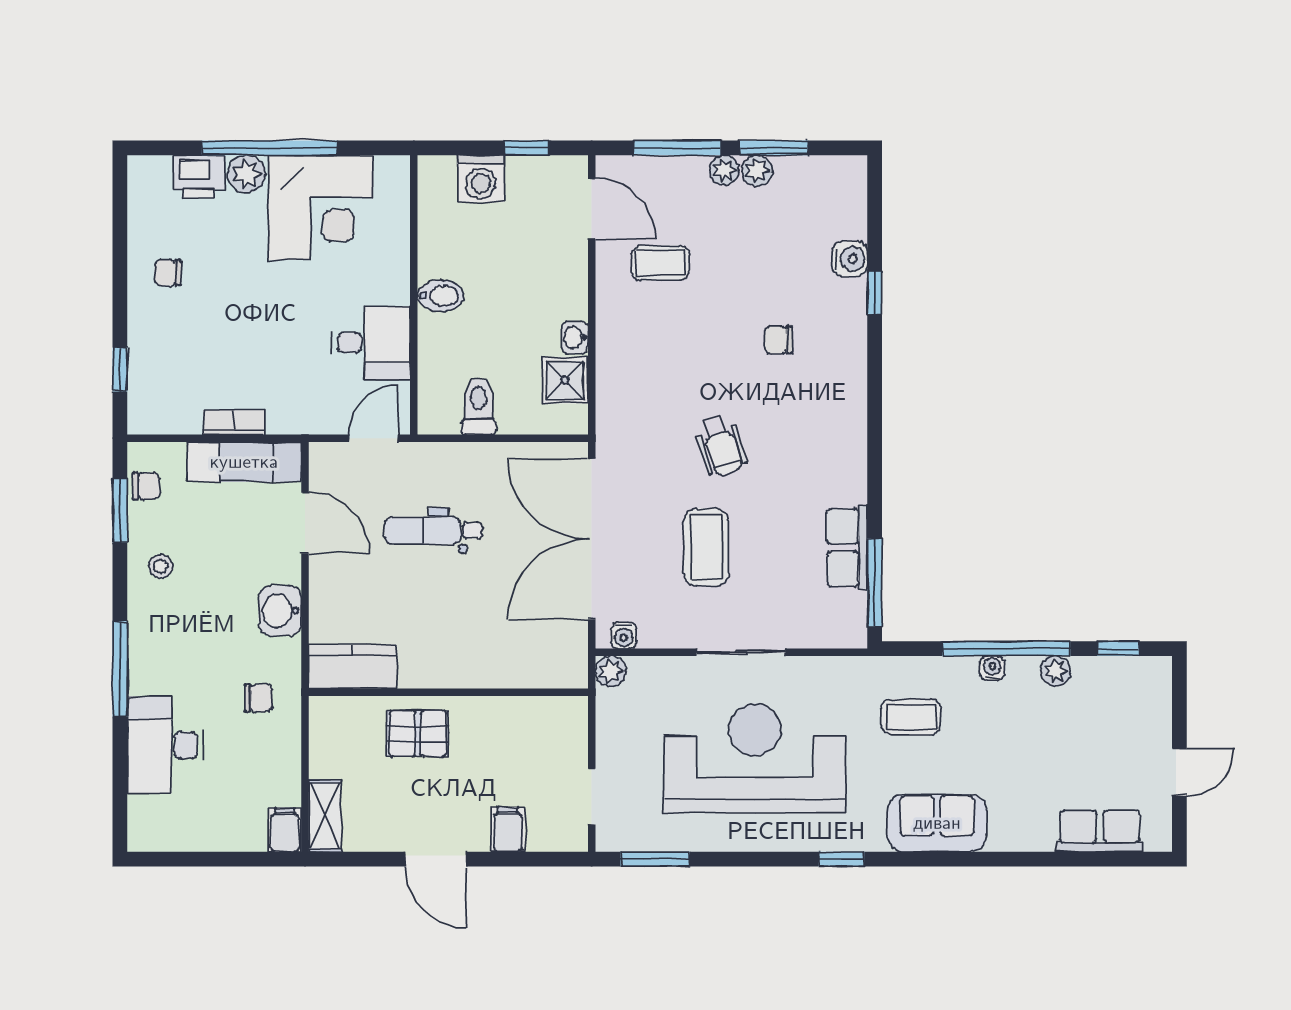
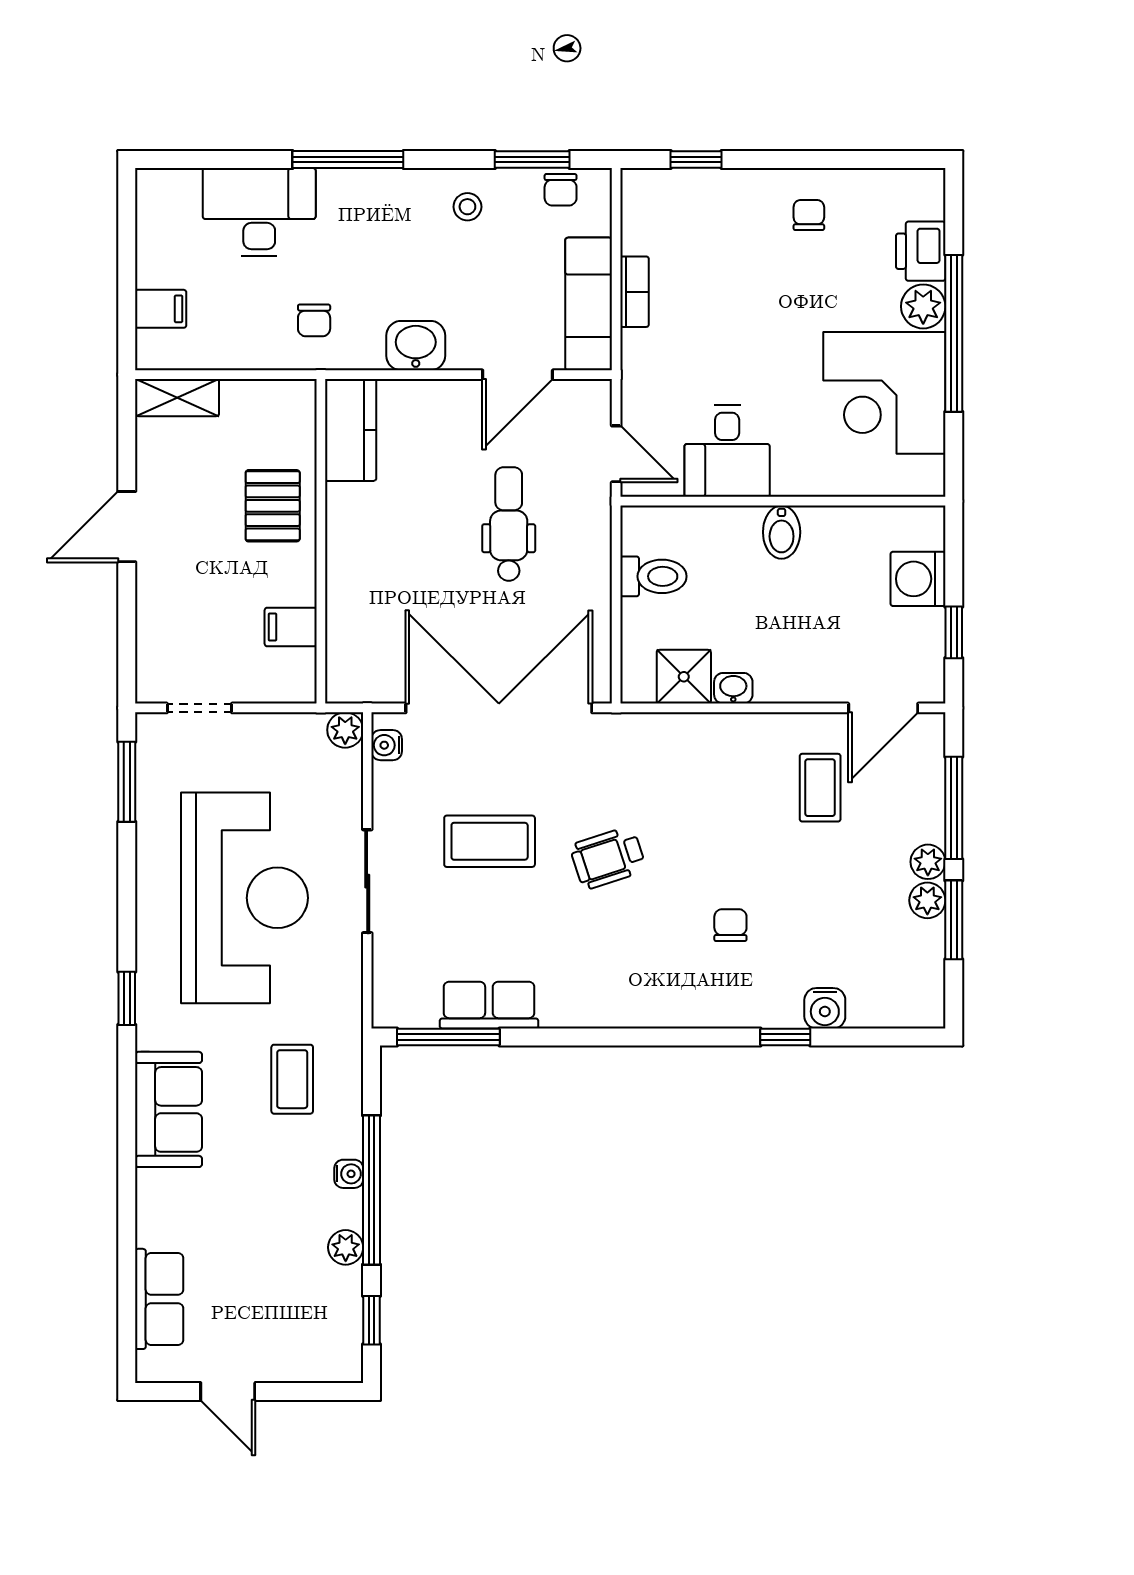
filing cabinet: (285, 830) -> (161, 309), moved
filing cabinet: (508, 830) -> (291, 627), moved, turned 180

